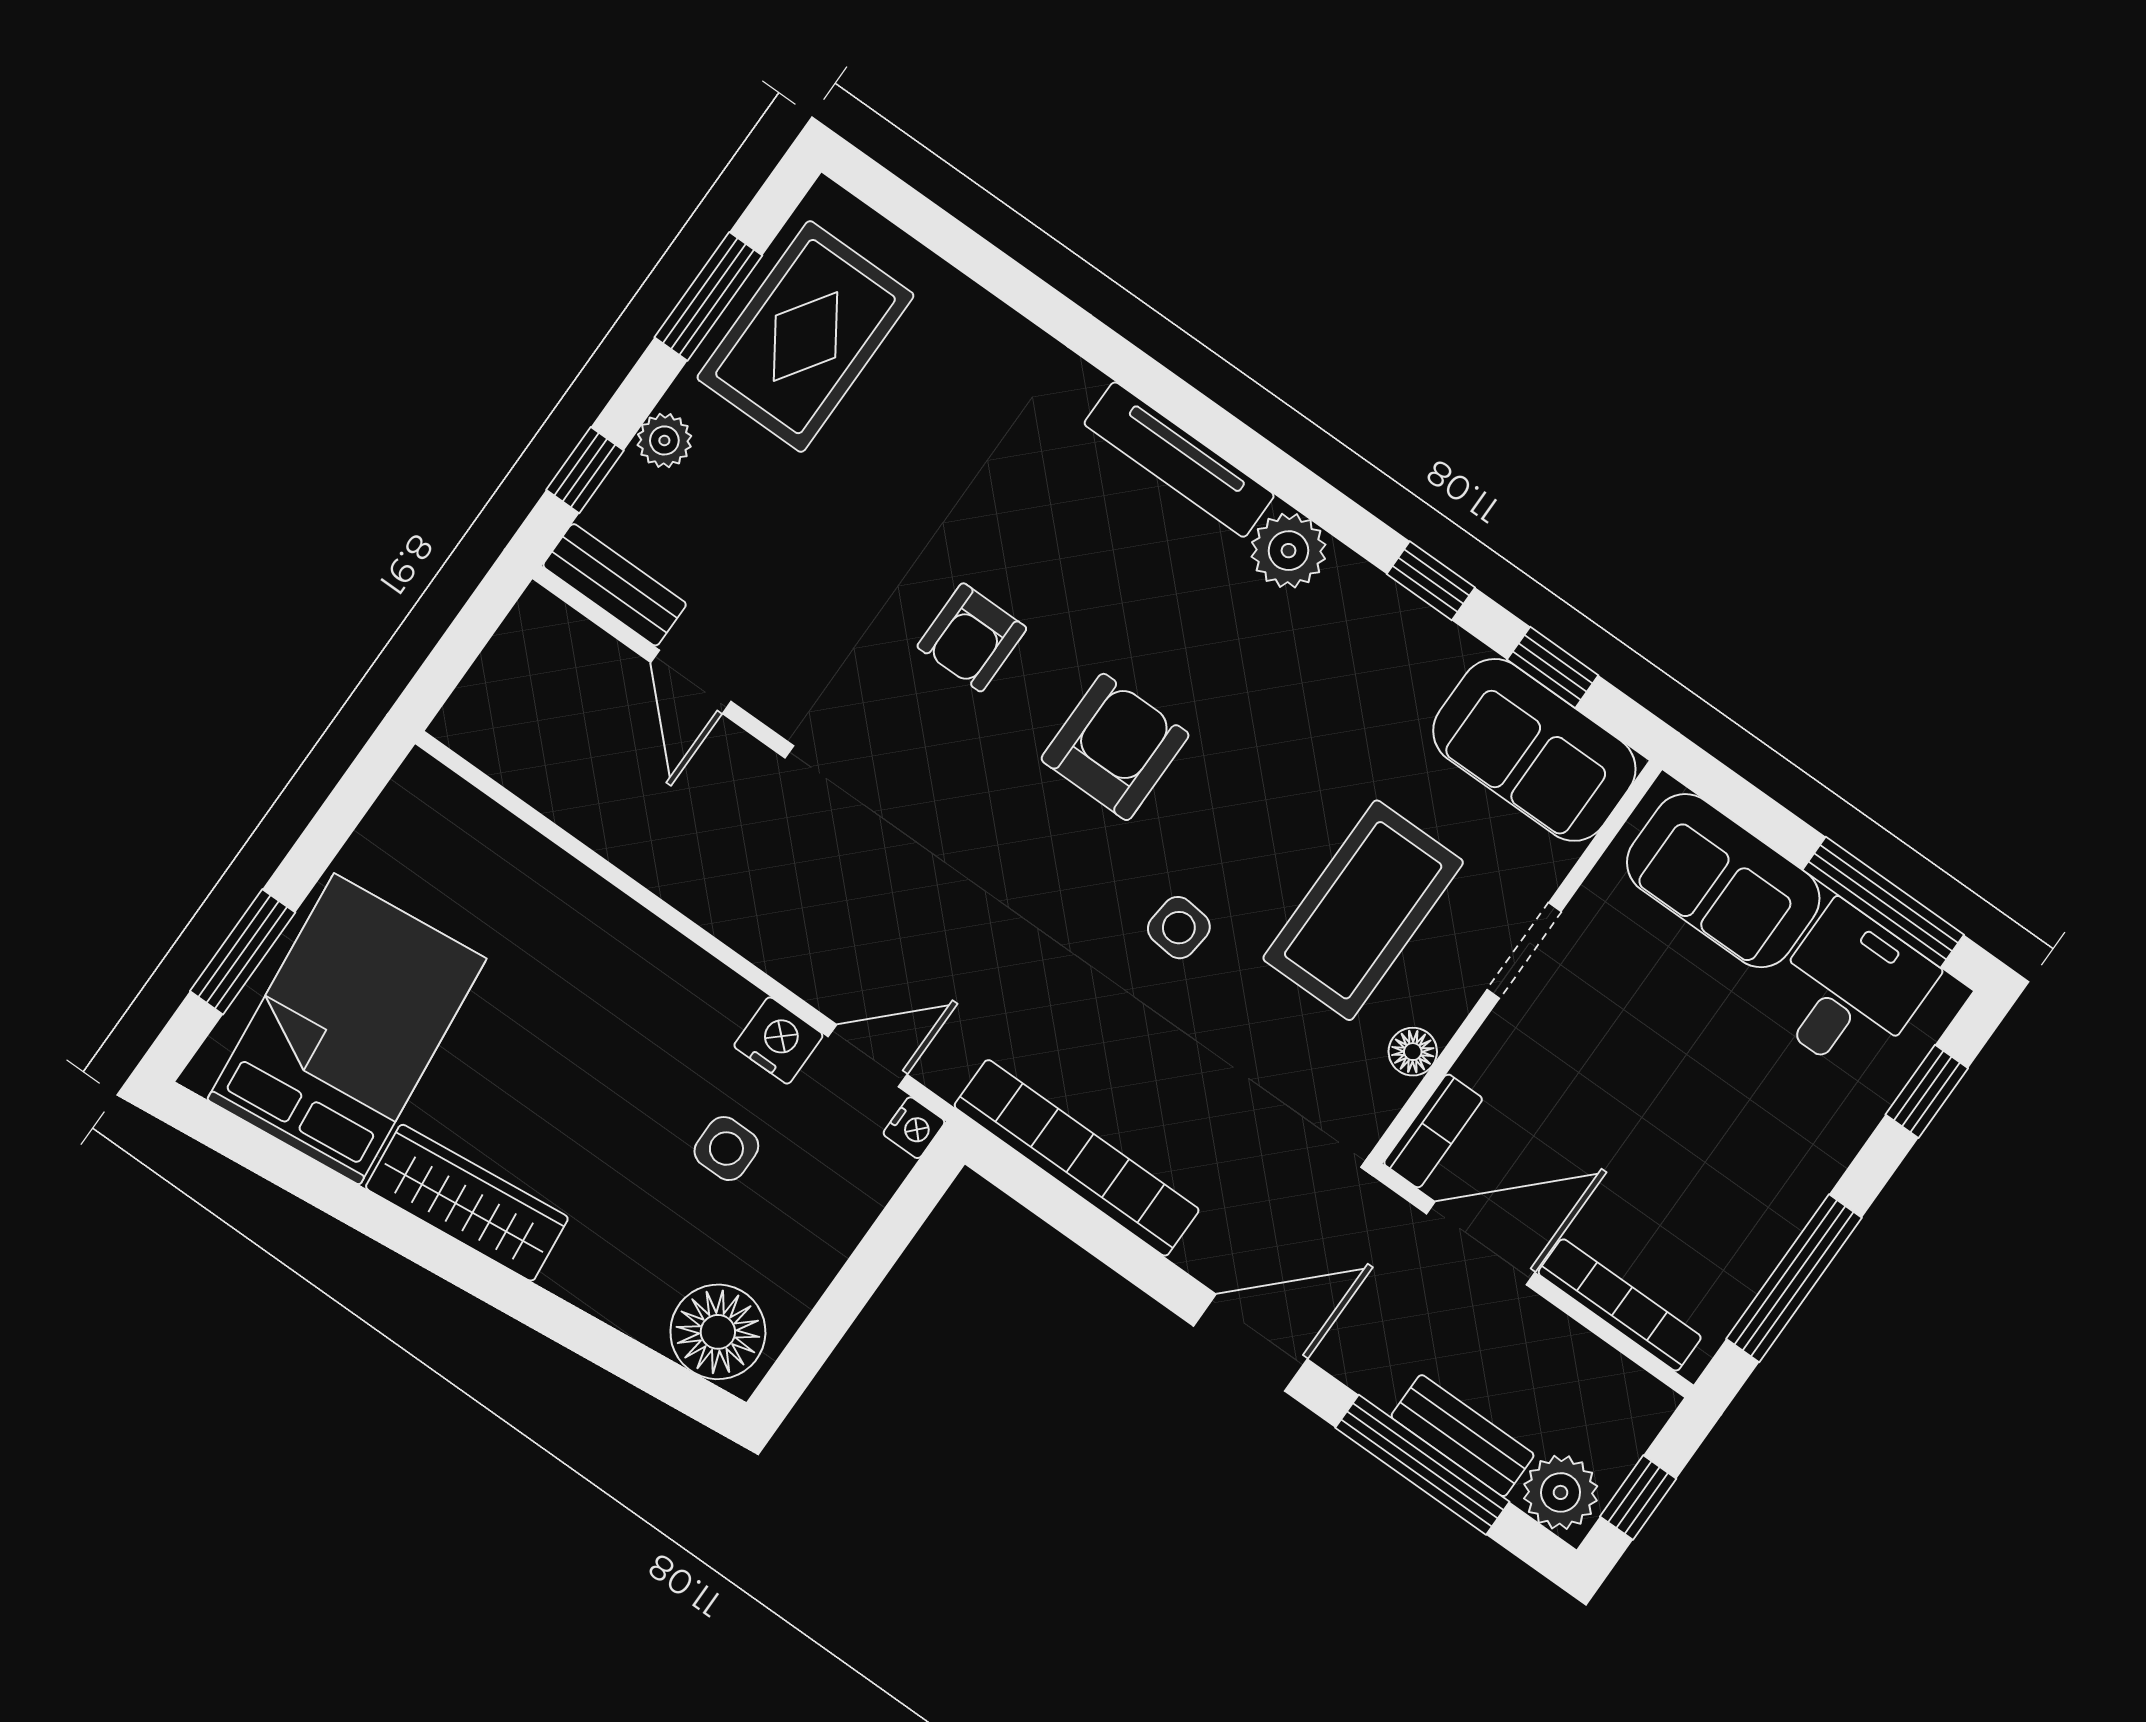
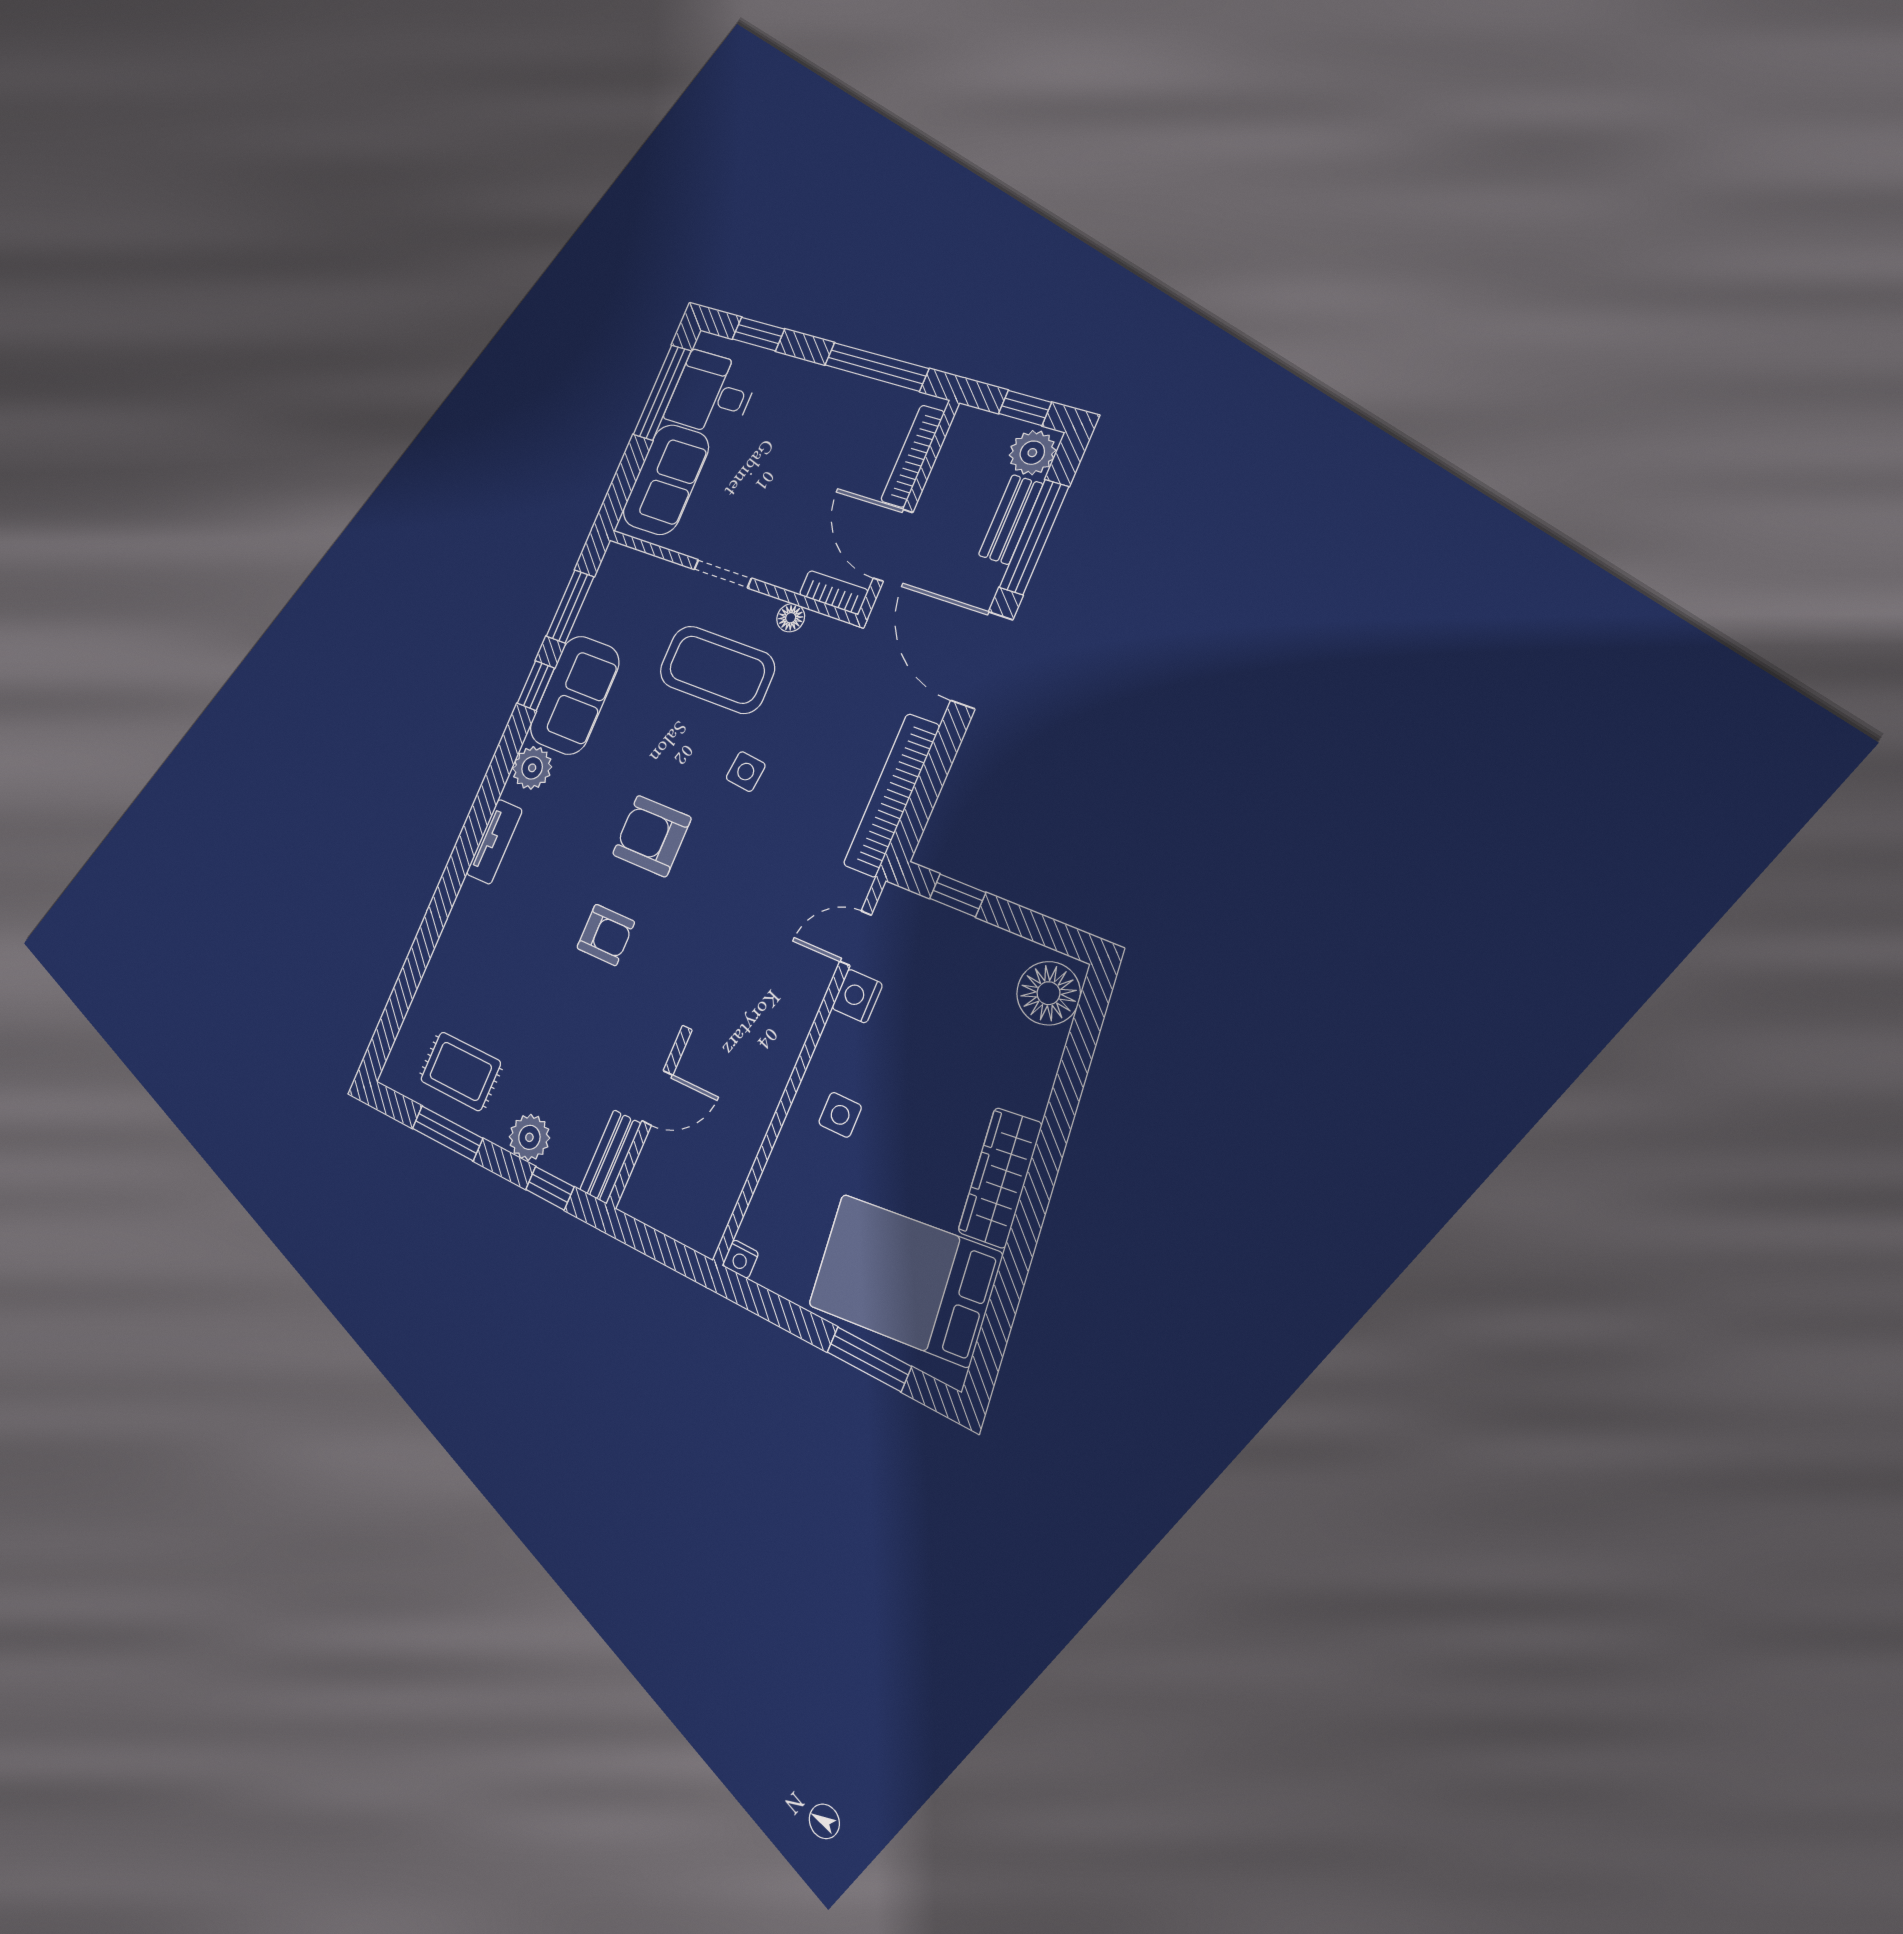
rug: (805, 337) -> (461, 1071), width x0.73, depth x0.70
plant: (664, 440) -> (529, 1137), width x1.38, depth x1.38
tv unit: (1179, 460) -> (494, 842), width x0.71
window: (1553, 667) -> (570, 607), width x1.50
sofa: (1534, 750) -> (574, 695), moved
door: (868, 1056) -> (856, 938), hinge flipped
nightstand: (914, 1128) -> (741, 1259), moved, turned 180
side table: (726, 1149) -> (840, 1115), moved
window: (895, 1228) -> (958, 895), added
door: (1250, 1343) -> (982, 660), width x1.36

